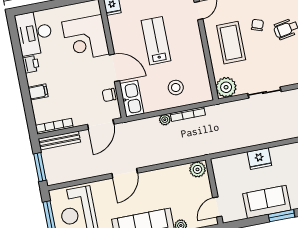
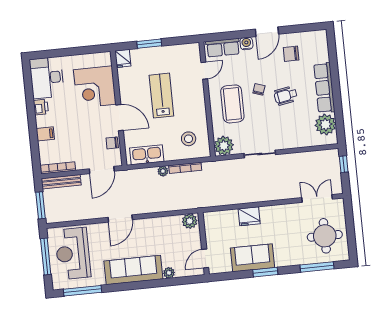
stool: (176, 88) -> (189, 139), moved
kitchen sink: (132, 99) -> (147, 155), moved, turned -90

